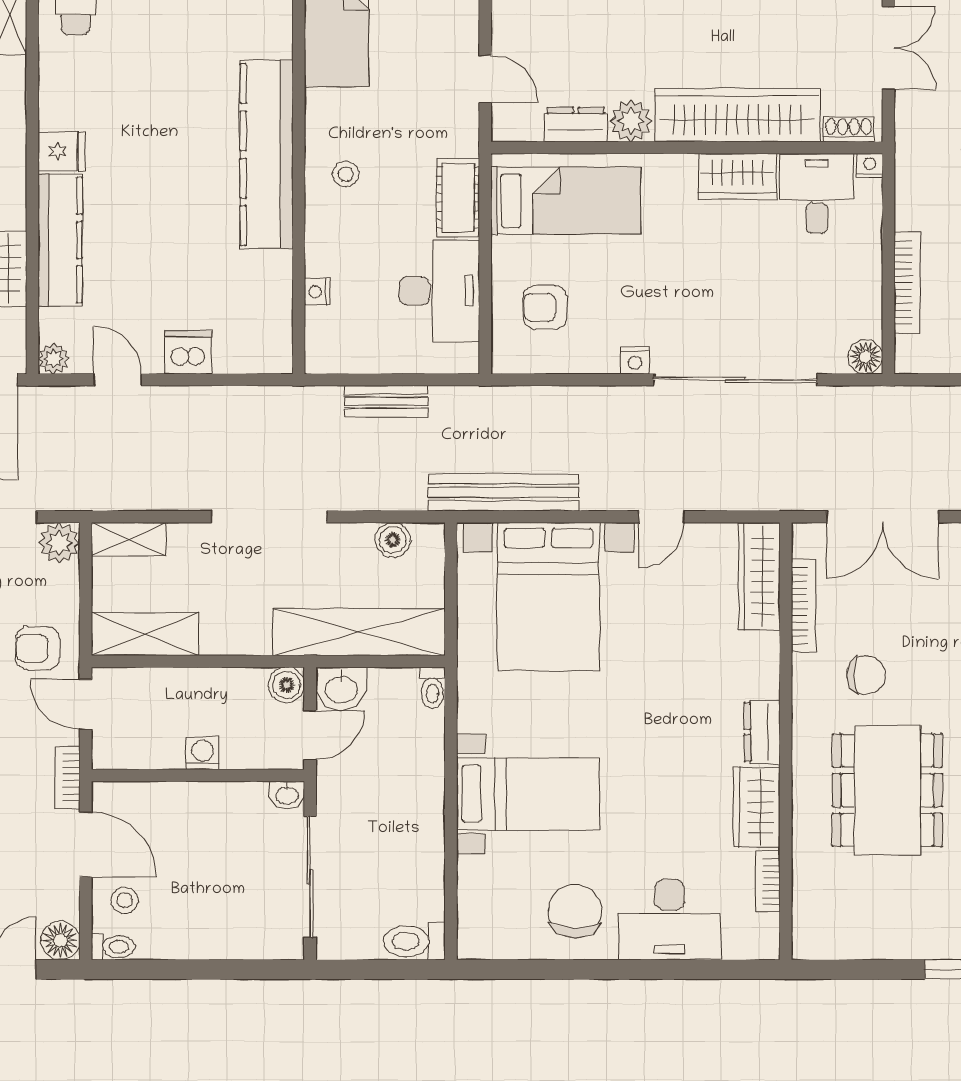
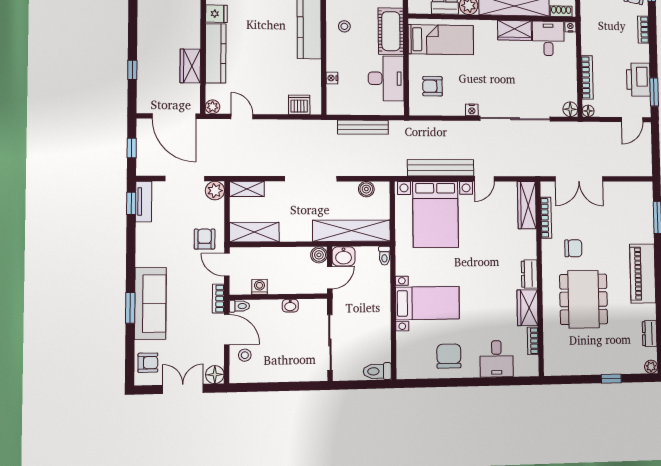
cot: (458, 198) -> (391, 31), width x1.37, depth x1.34
dishwasher: (188, 352) -> (299, 105), moved
floor lamp: (908, 360) -> (588, 111), added
bench: (386, 401) -> (363, 127), width x1.36
bench: (503, 492) -> (441, 168), moved
armchair: (37, 648) -> (205, 239), turned 90
washing machine: (202, 753) -> (260, 287), moved
washbasin: (287, 795) -> (290, 306), moved
desk: (669, 920) -> (497, 359), width x0.73
toilet: (113, 947) -> (239, 306), moved

